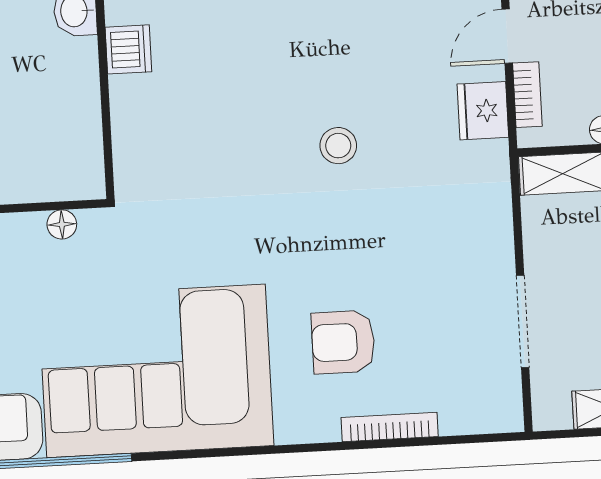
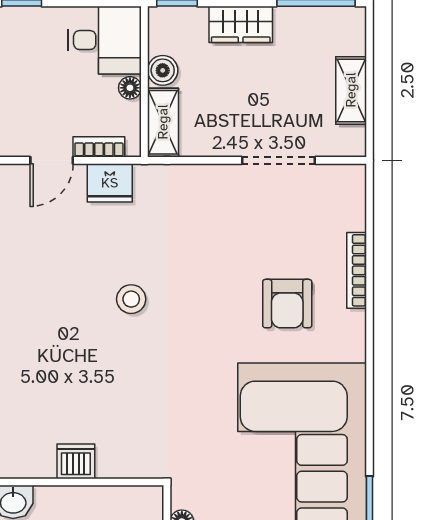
door: (507, 36) -> (52, 160), hinge flipped
dishwasher: (128, 49) -> (76, 461), moved

